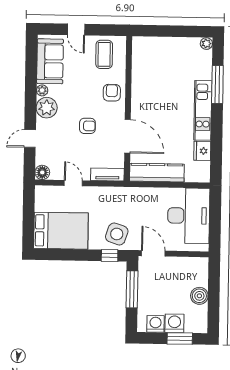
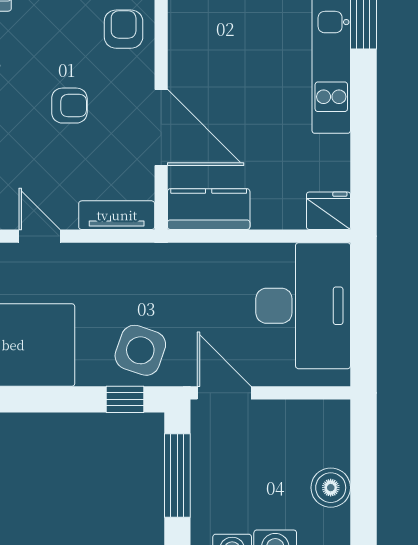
fridge: (202, 151) -> (328, 211), moved, turned 90
kitchen counter: (157, 173) -> (209, 209), width x0.67

